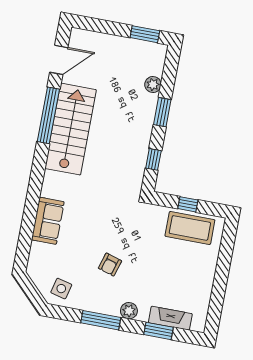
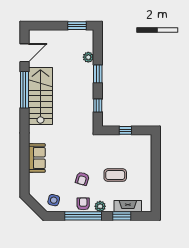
coffee table: (190, 228) -> (115, 175), moved, width x0.73, depth x0.76
armchair: (104, 302) -> (83, 204), added
window: (101, 320) -> (83, 216), width x1.46

